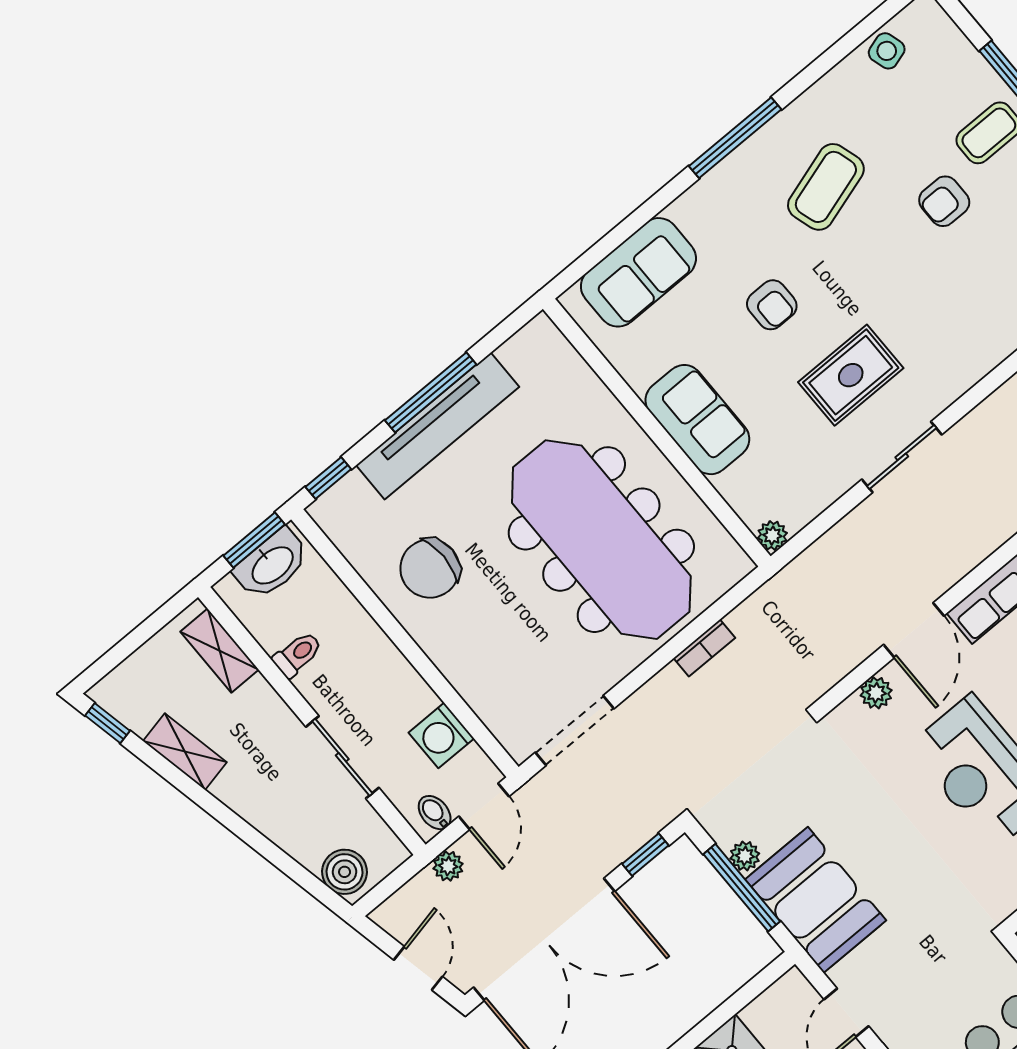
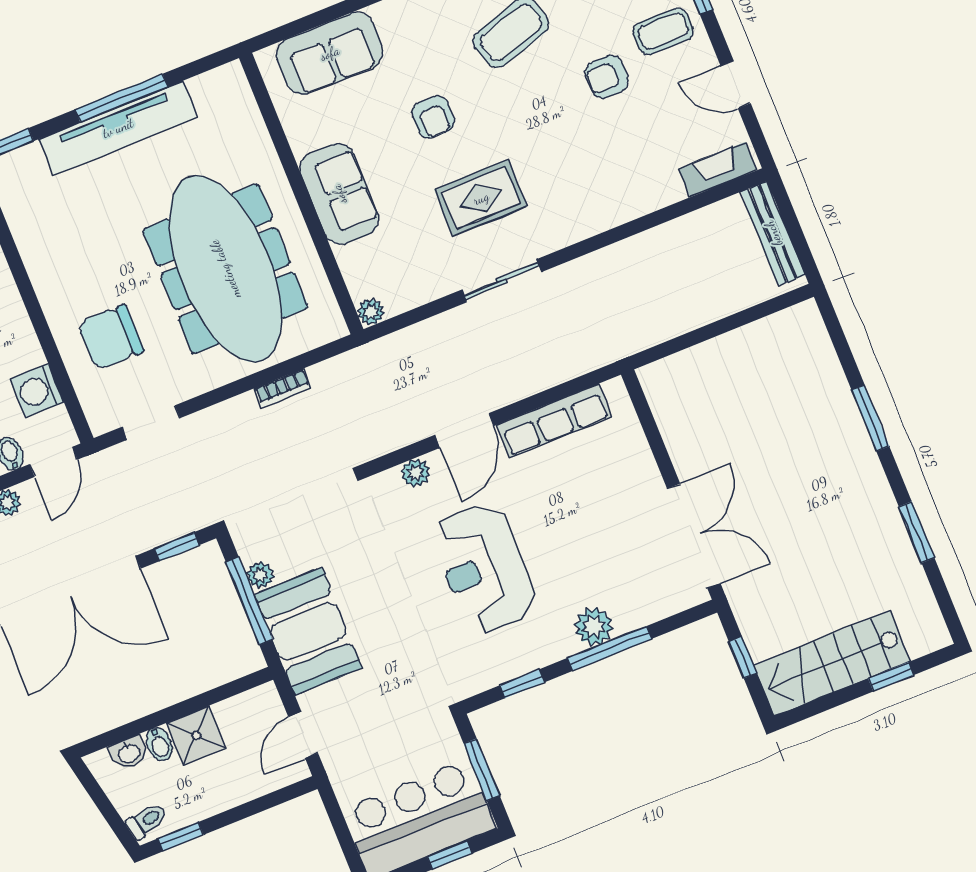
chair: (430, 569) -> (111, 337), moved
doorway: (575, 730) -> (151, 423), width x0.73

